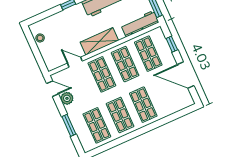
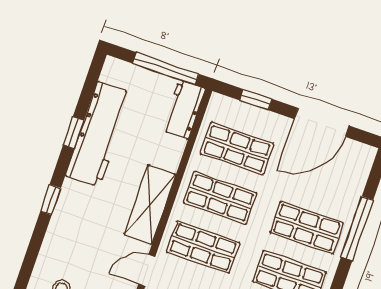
workbench: (140, 24) -> (184, 110), width x0.73
window: (160, 123) -> (357, 228), added

